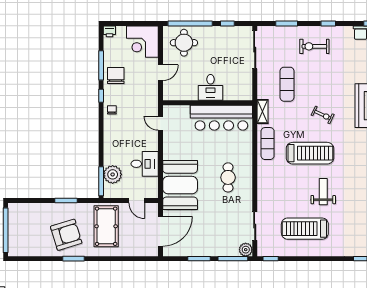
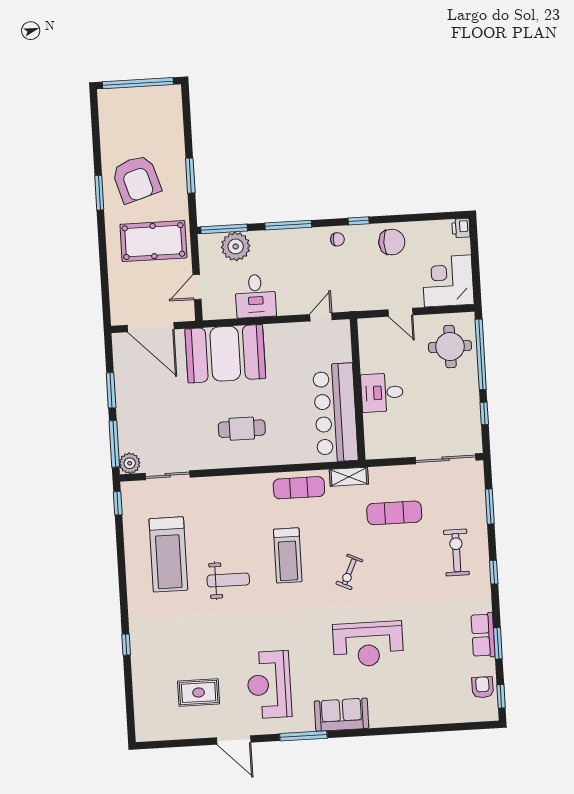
window: (101, 65) -> (288, 225), moved
treadmill: (310, 153) -> (288, 555), width x0.73, depth x0.73
treadmill: (305, 229) -> (168, 554), turned 180

